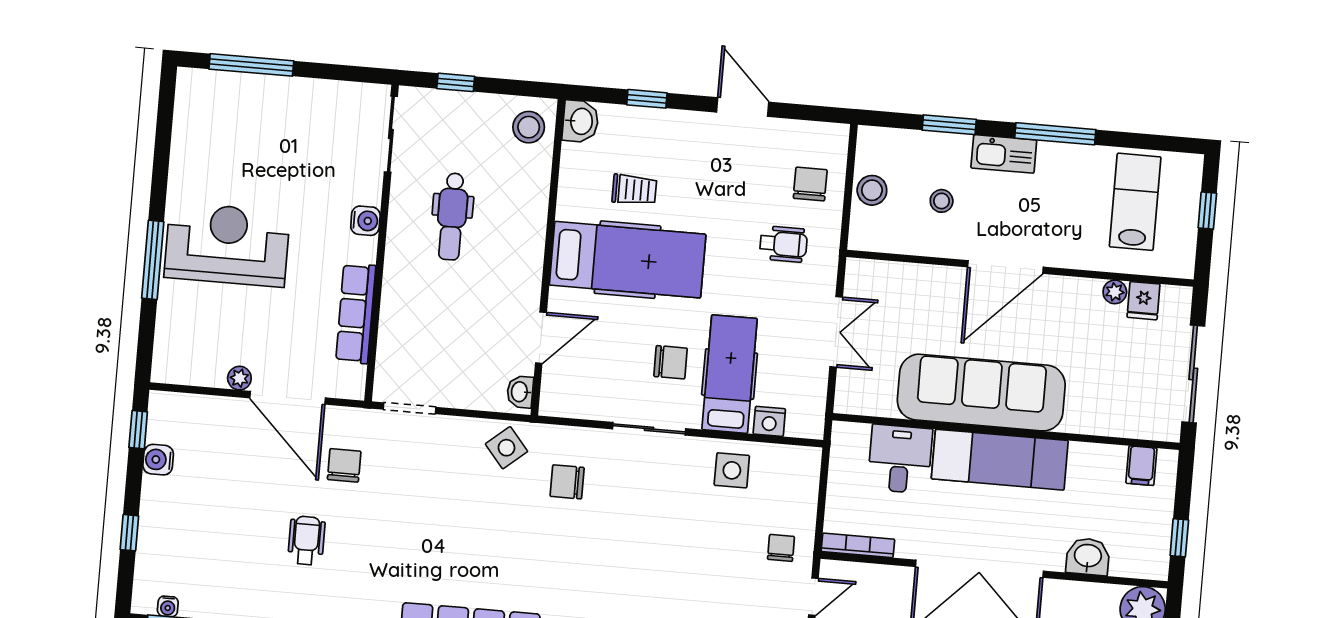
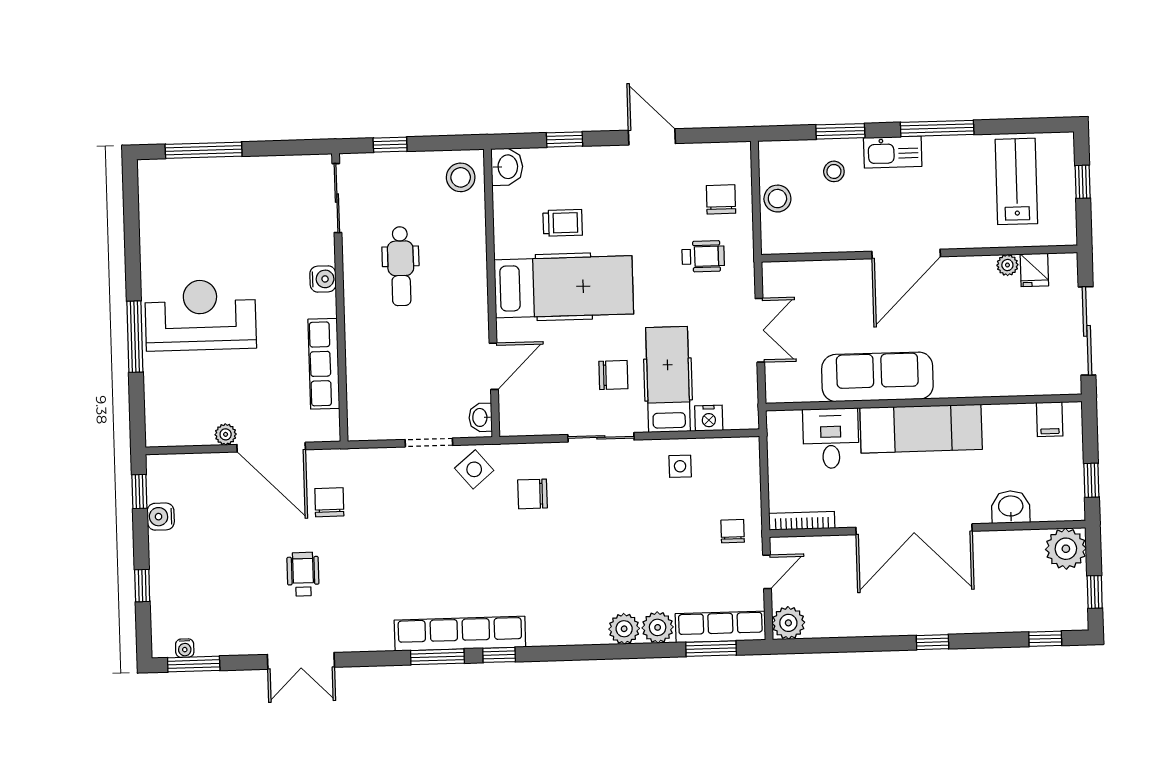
stool: (942, 201) -> (834, 171), moved
sofa: (981, 393) -> (877, 377), width x0.74, depth x0.79
doorway: (410, 408) -> (429, 442), moved
side table: (732, 470) -> (680, 466), width x0.73, depth x0.73

